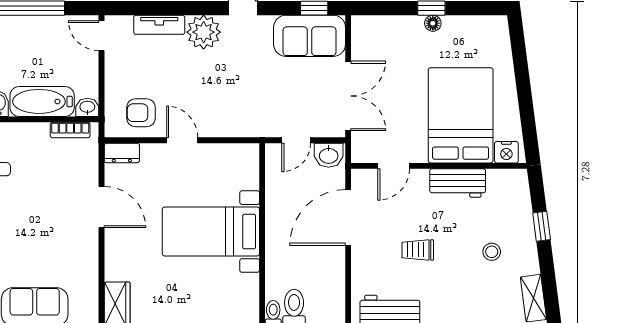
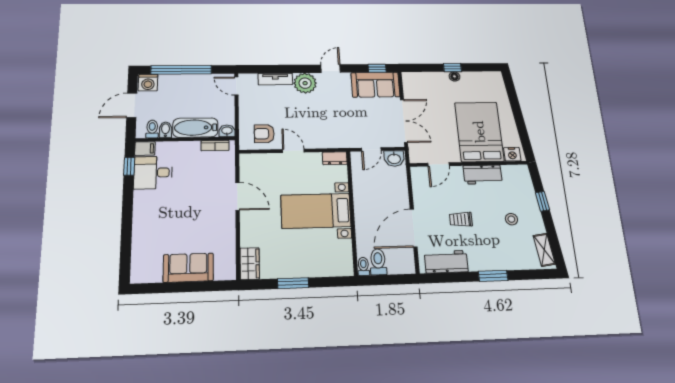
dresser: (122, 153) -> (335, 158), moved
door: (348, 218) -> (414, 228), moved

